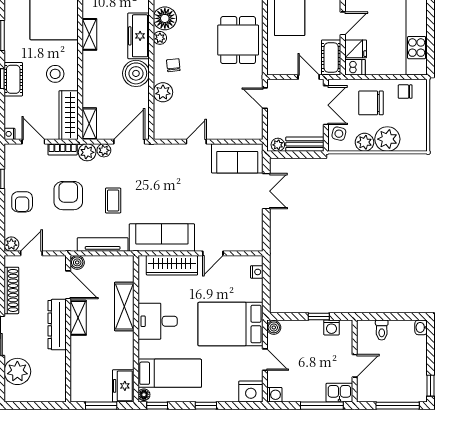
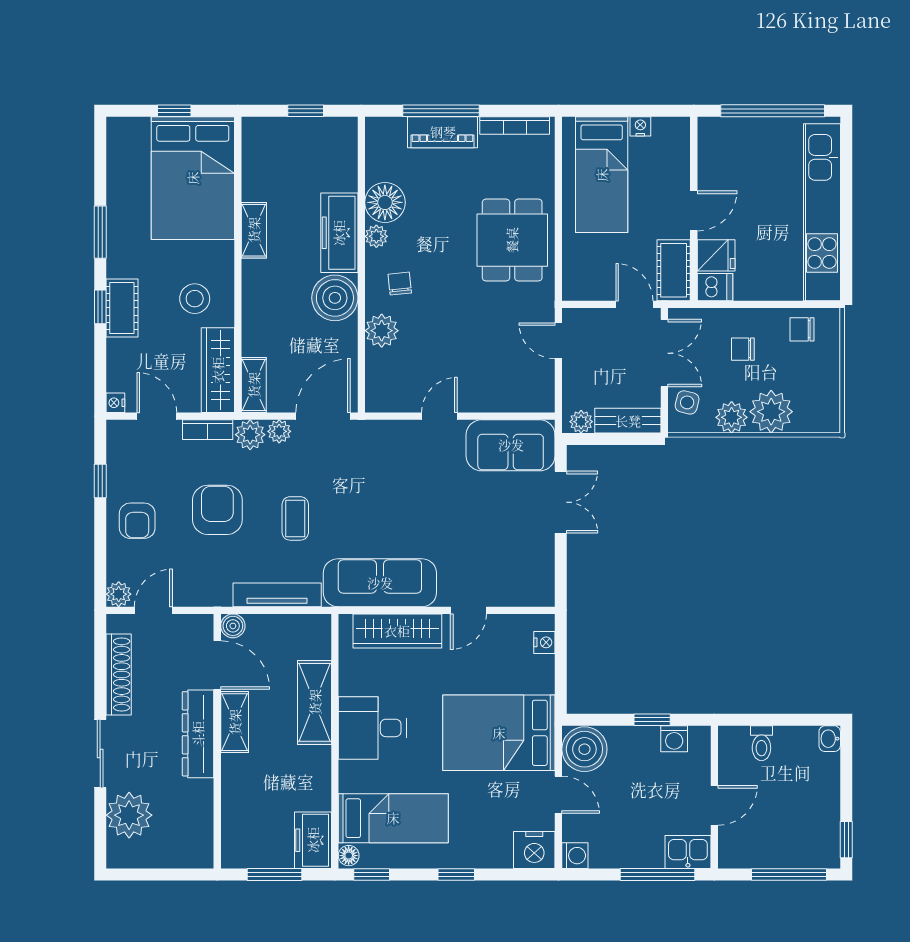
chair: (371, 103) -> (743, 349), width x0.54, depth x0.54
boiler: (274, 327) -> (584, 749), width x1.86, depth x1.86

